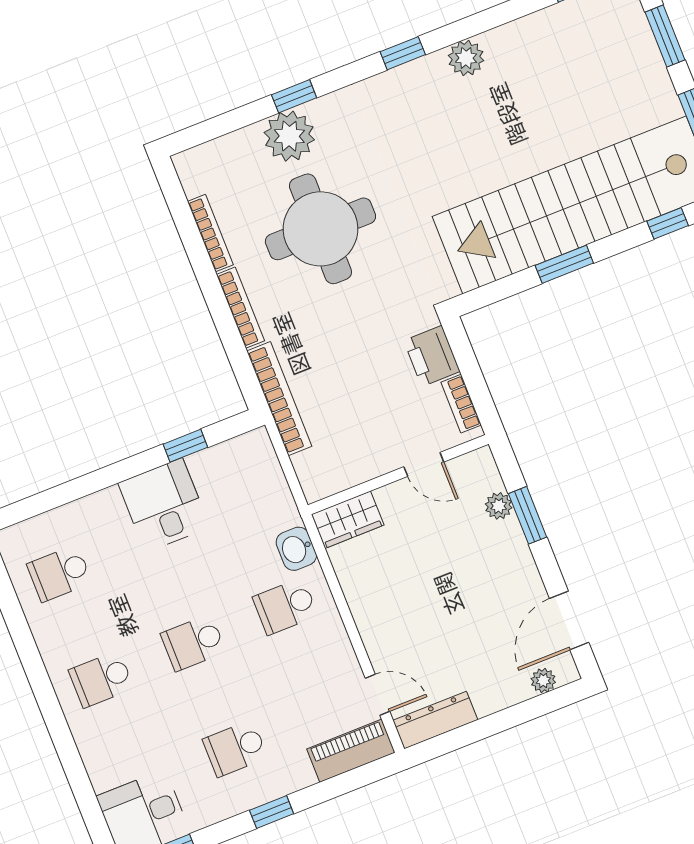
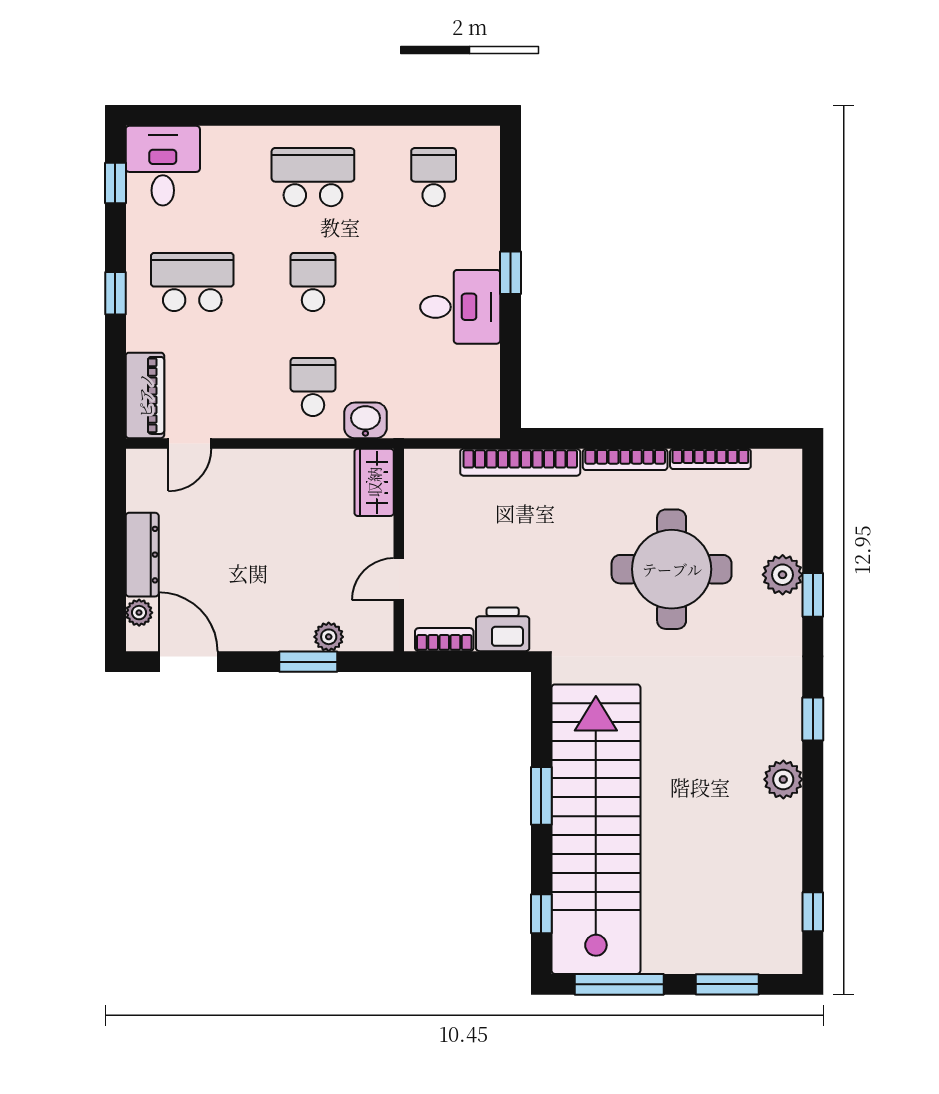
plant: (289, 136) -> (783, 575), width x0.73, depth x0.73
window: (185, 446) -> (510, 273), moved
school desk: (101, 679) -> (313, 177), width x1.85
dresser: (435, 720) -> (142, 555), moved
school desk: (235, 749) -> (192, 282), width x1.85

